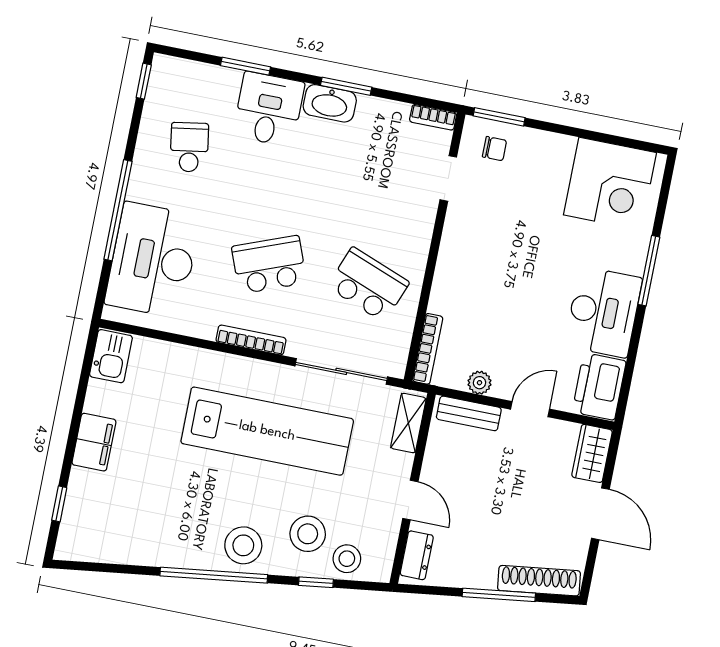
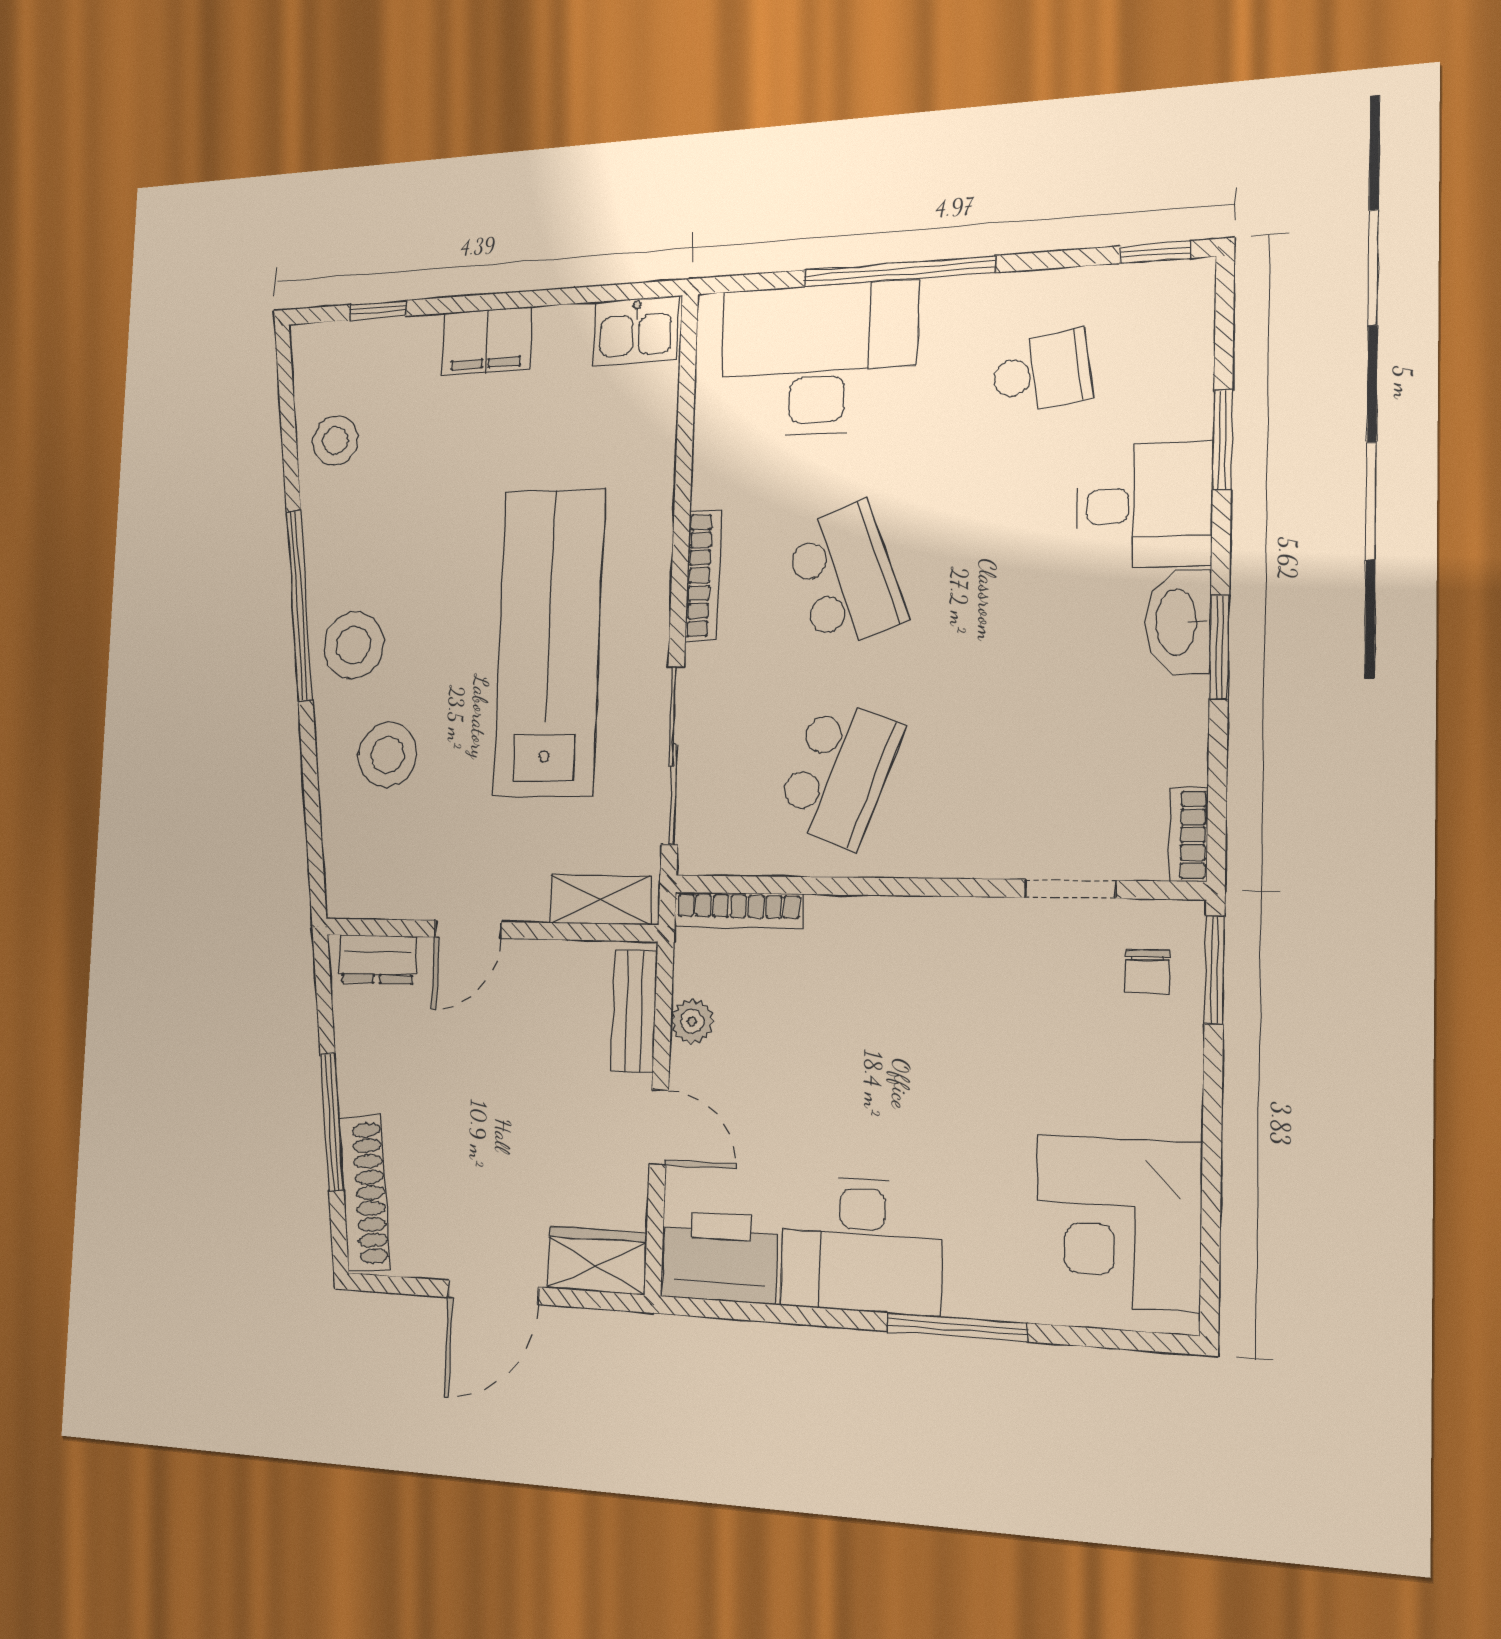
lab bench: (267, 431) -> (549, 642), turned 180
stool: (347, 559) -> (335, 440), moved
window: (316, 582) -> (311, 787), removed

